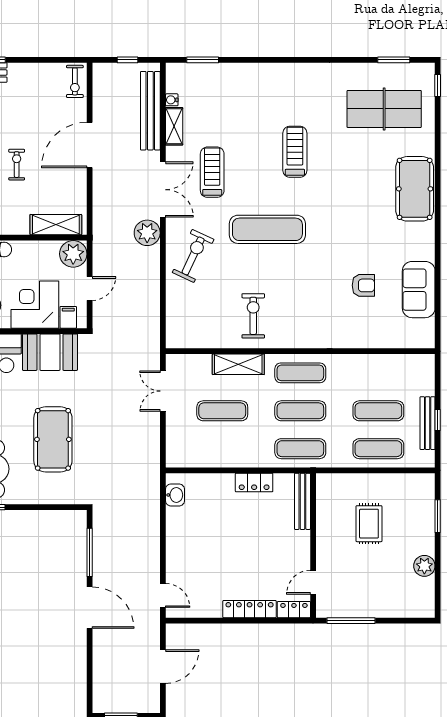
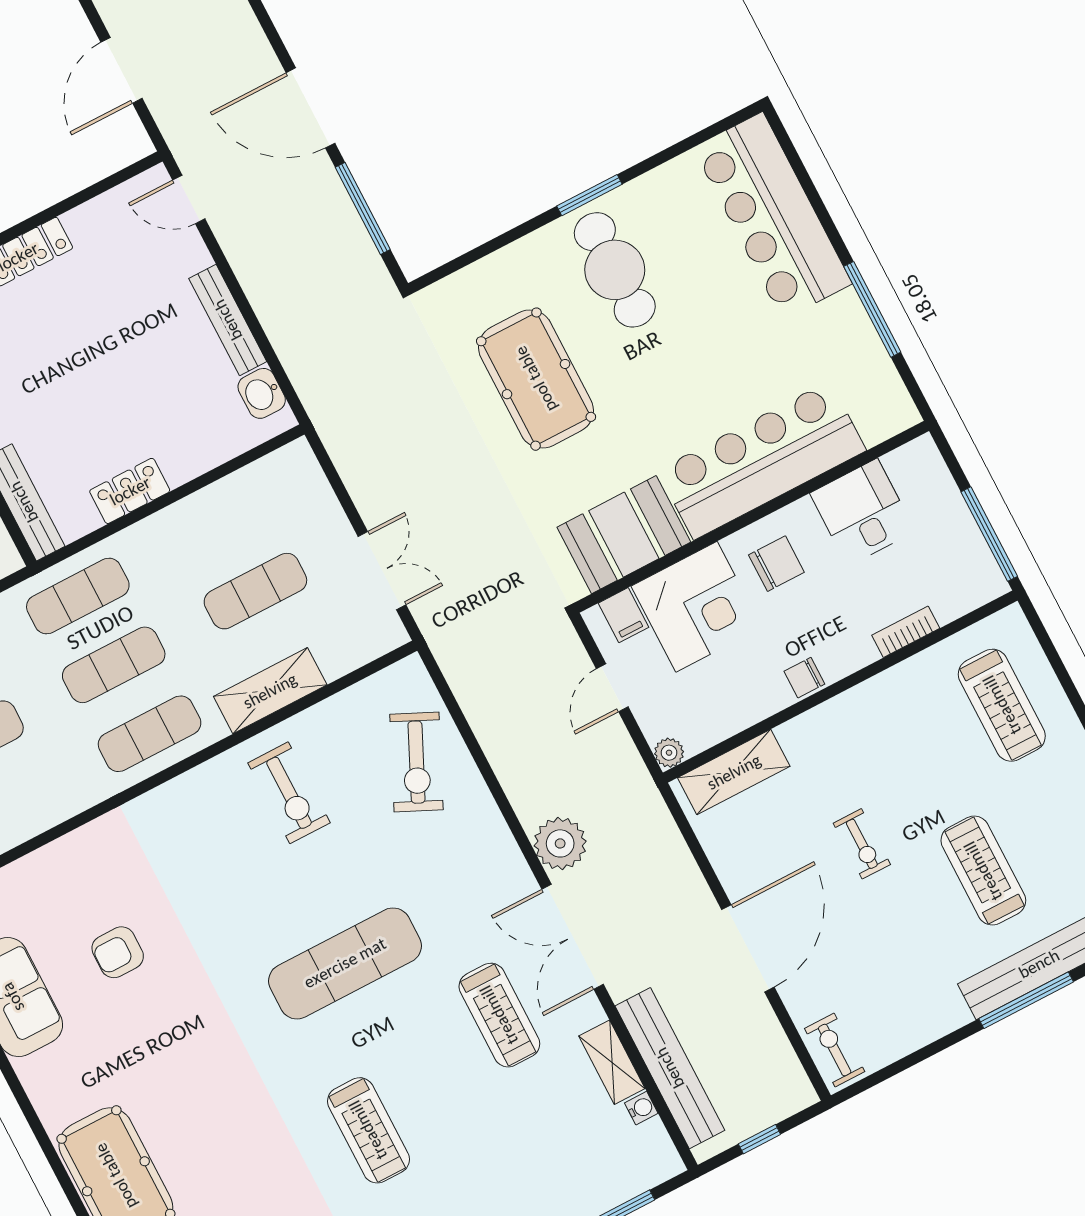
plant: (73, 254) -> (669, 753), width x0.53, depth x0.53
exercise bike: (193, 256) -> (417, 762), moved
bench: (173, 534) -> (228, 320), added

